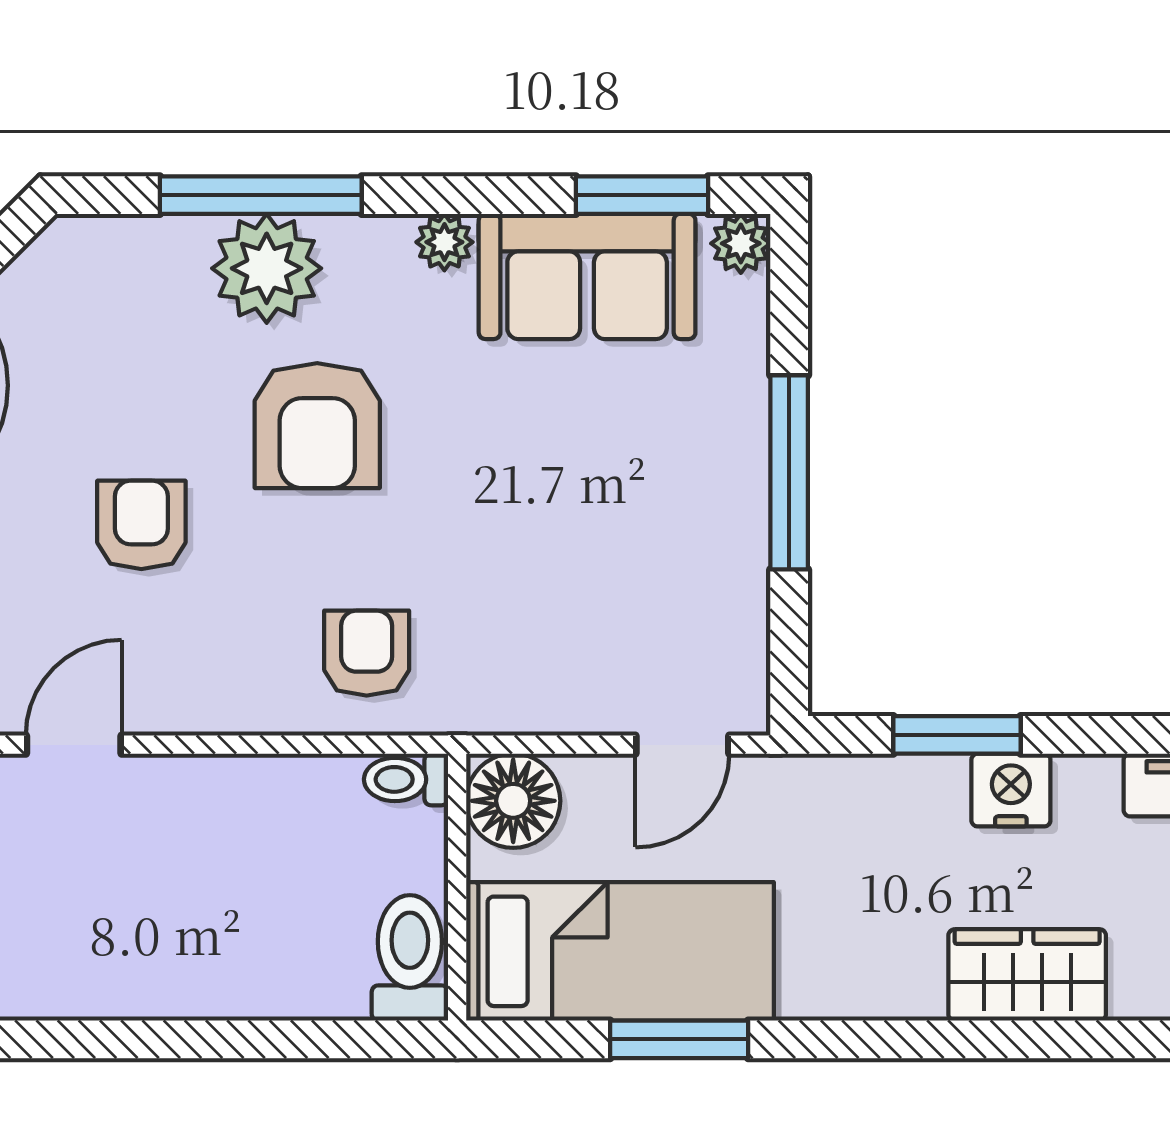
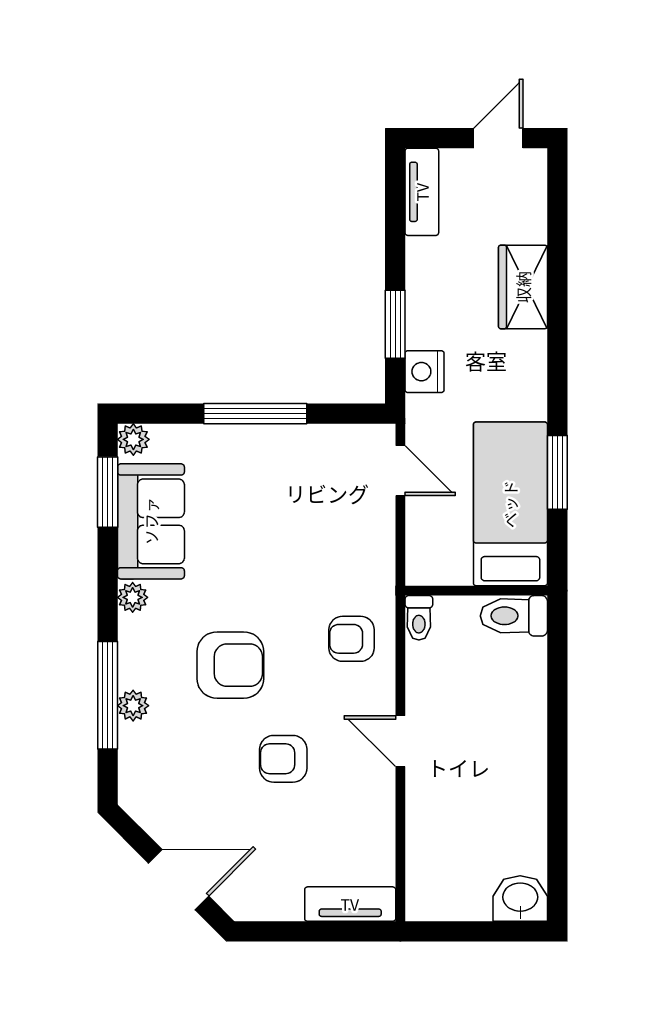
plant: (267, 268) -> (133, 706), width x0.53, depth x0.53
door: (74, 745) -> (400, 741), moved
nightstand: (1011, 790) -> (425, 372), moved
floor lamp: (513, 801) -> (430, 561), removed

